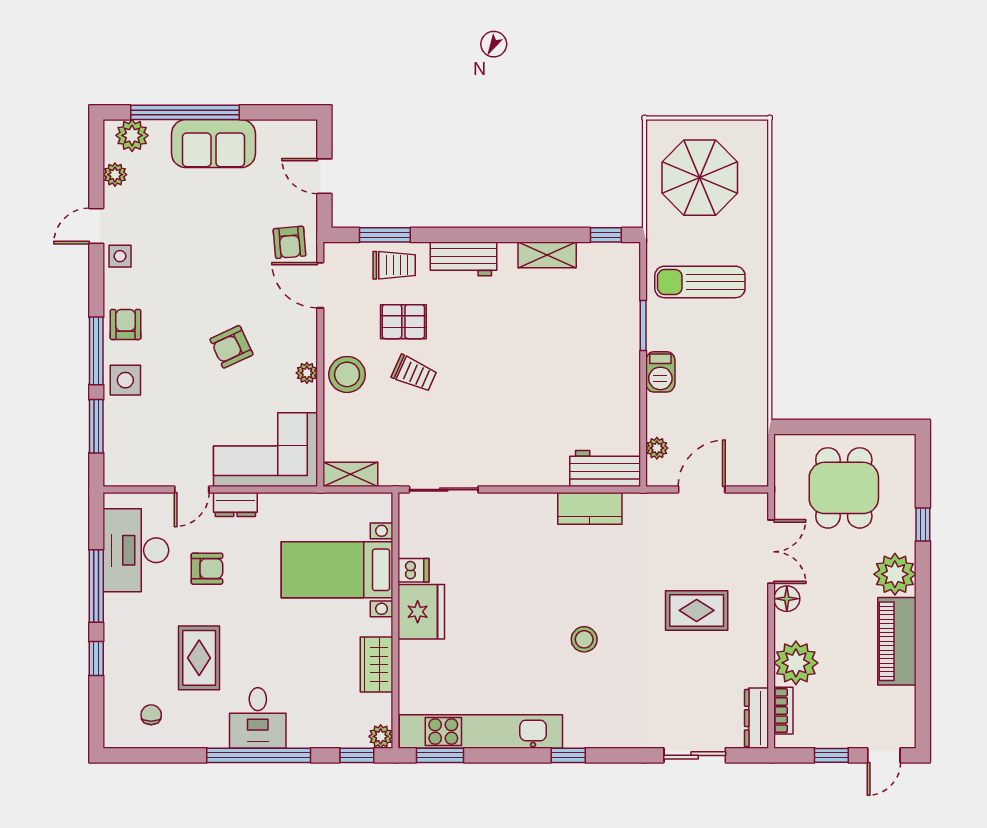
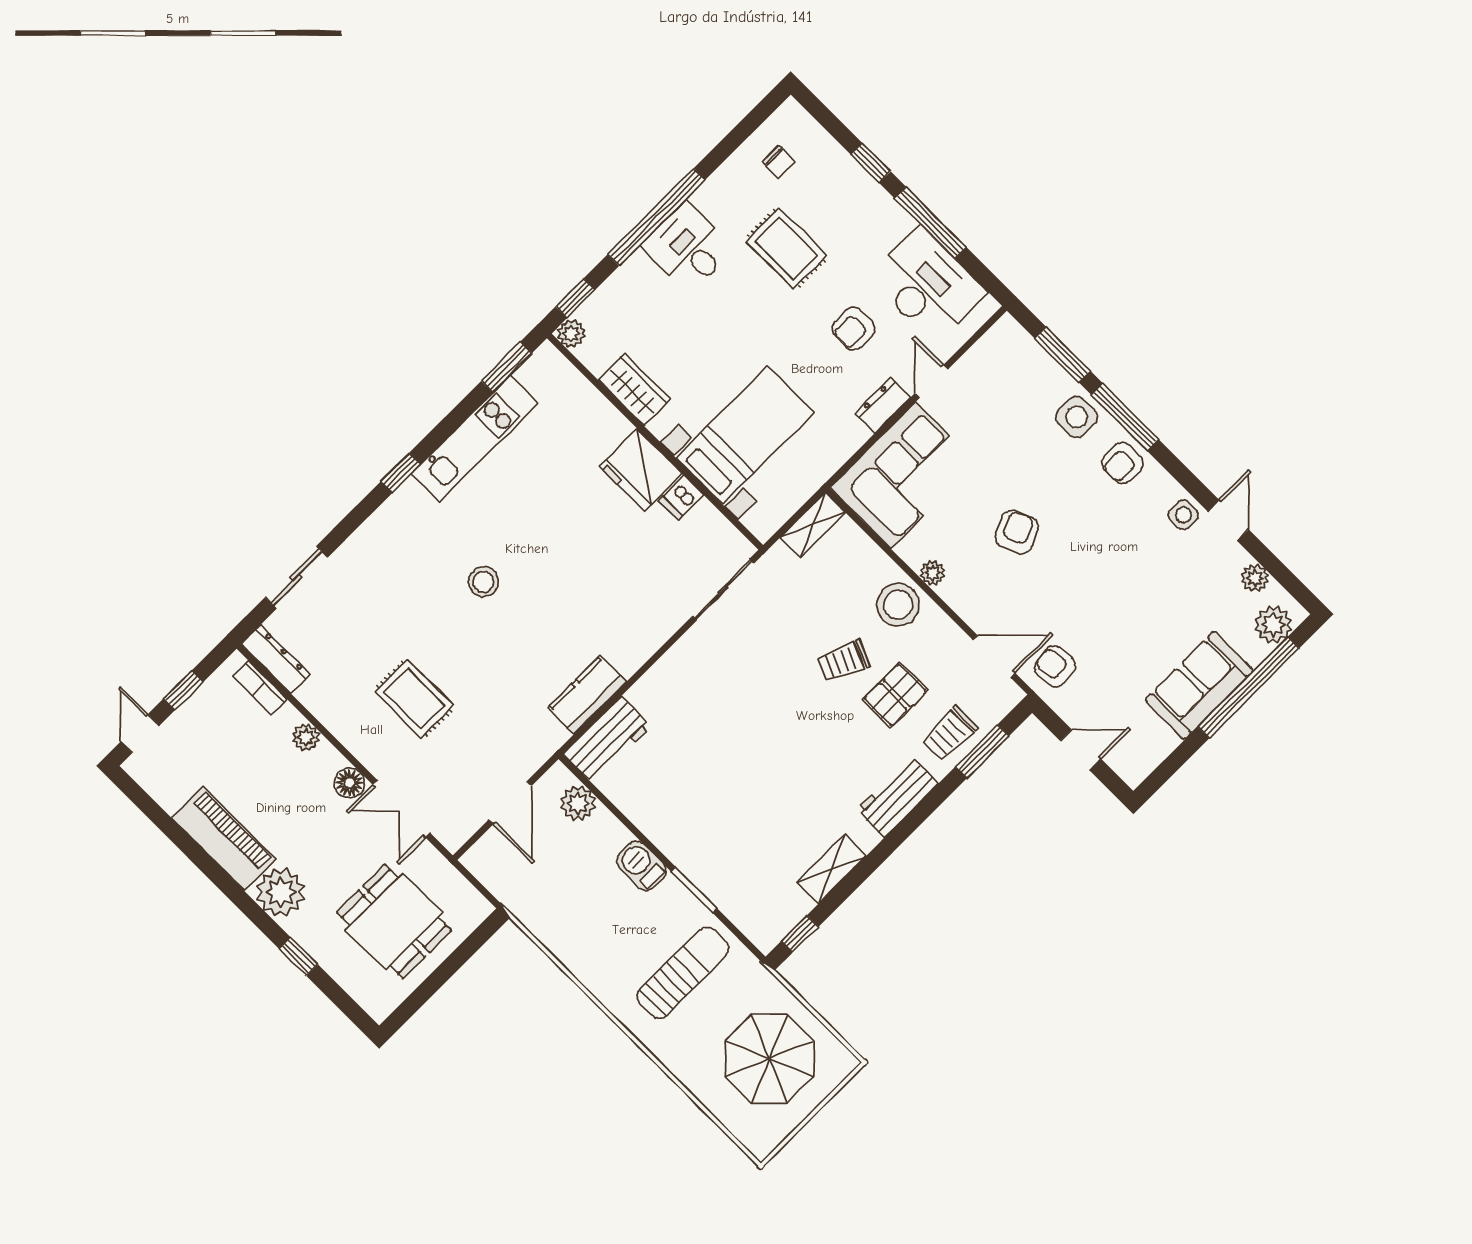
armchair: (125, 324) -> (1122, 463), turned 90
plant: (657, 448) -> (578, 803), width x1.38, depth x1.38
rug: (697, 610) -> (414, 699), turned 90
plant: (796, 663) -> (306, 737), width x0.53, depth x0.53
kitchen unit: (481, 731) -> (475, 438), width x0.73

